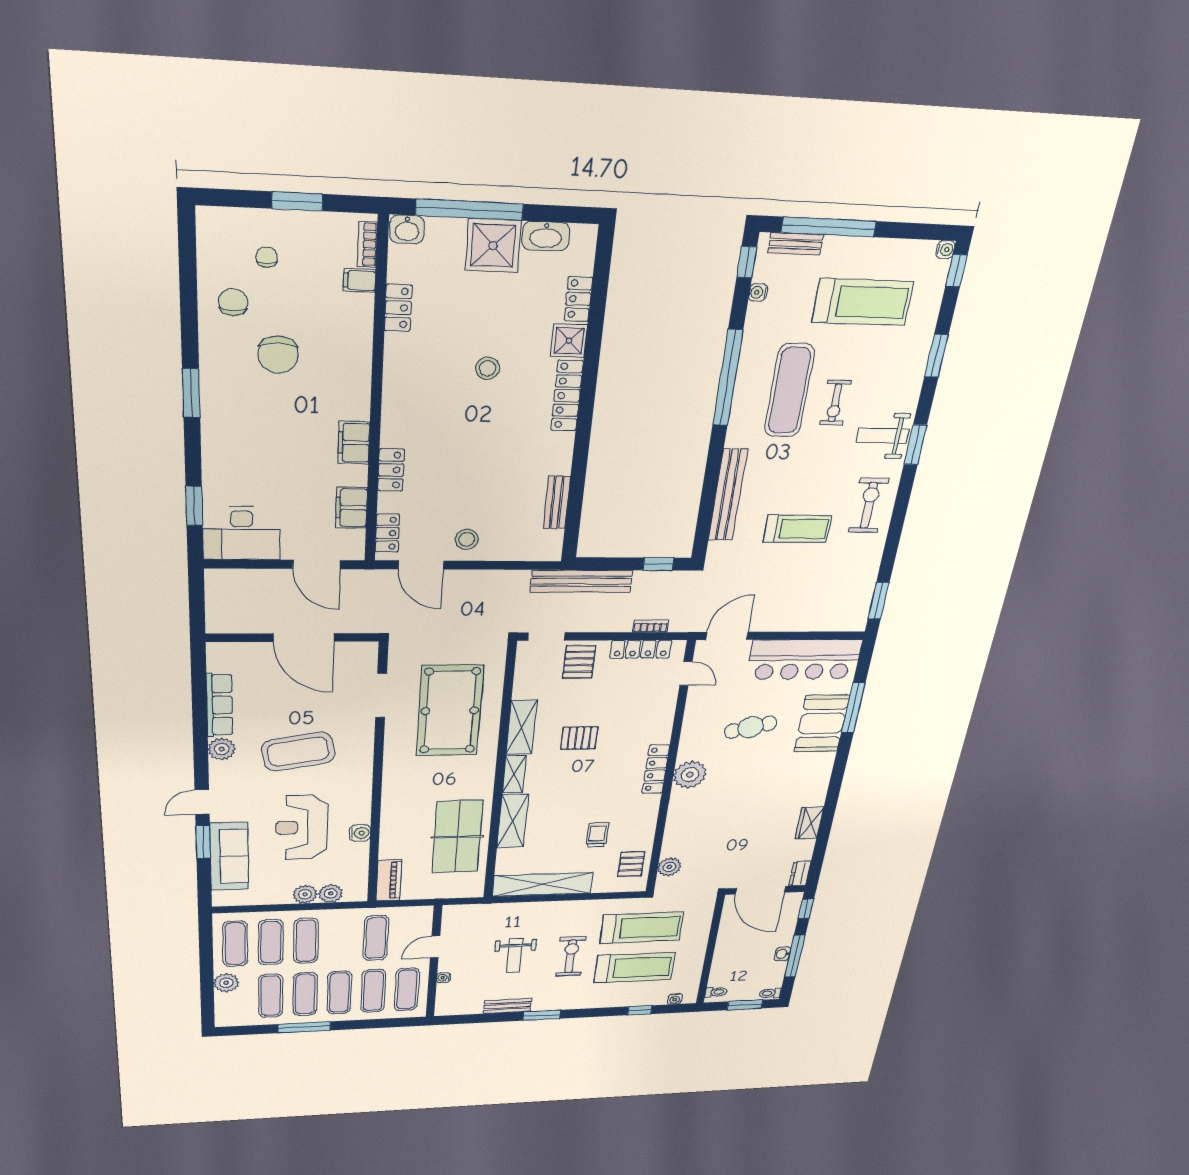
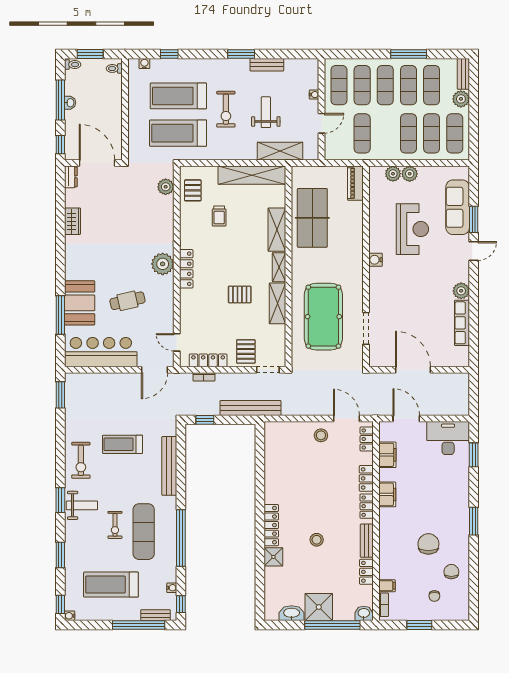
locker: (578, 299) -> (367, 506), moved, turned 180
chair: (233, 302) -> (451, 572), turned 180
exercise bike: (835, 403) -> (115, 525), turned 180
bench: (557, 502) -> (367, 541), moved
coffee table: (298, 752) -> (415, 288), removed
water cooler: (360, 833) -> (376, 260), moved
shelving: (499, 913) -> (280, 151), added
bench: (223, 1010) -> (463, 74), added

